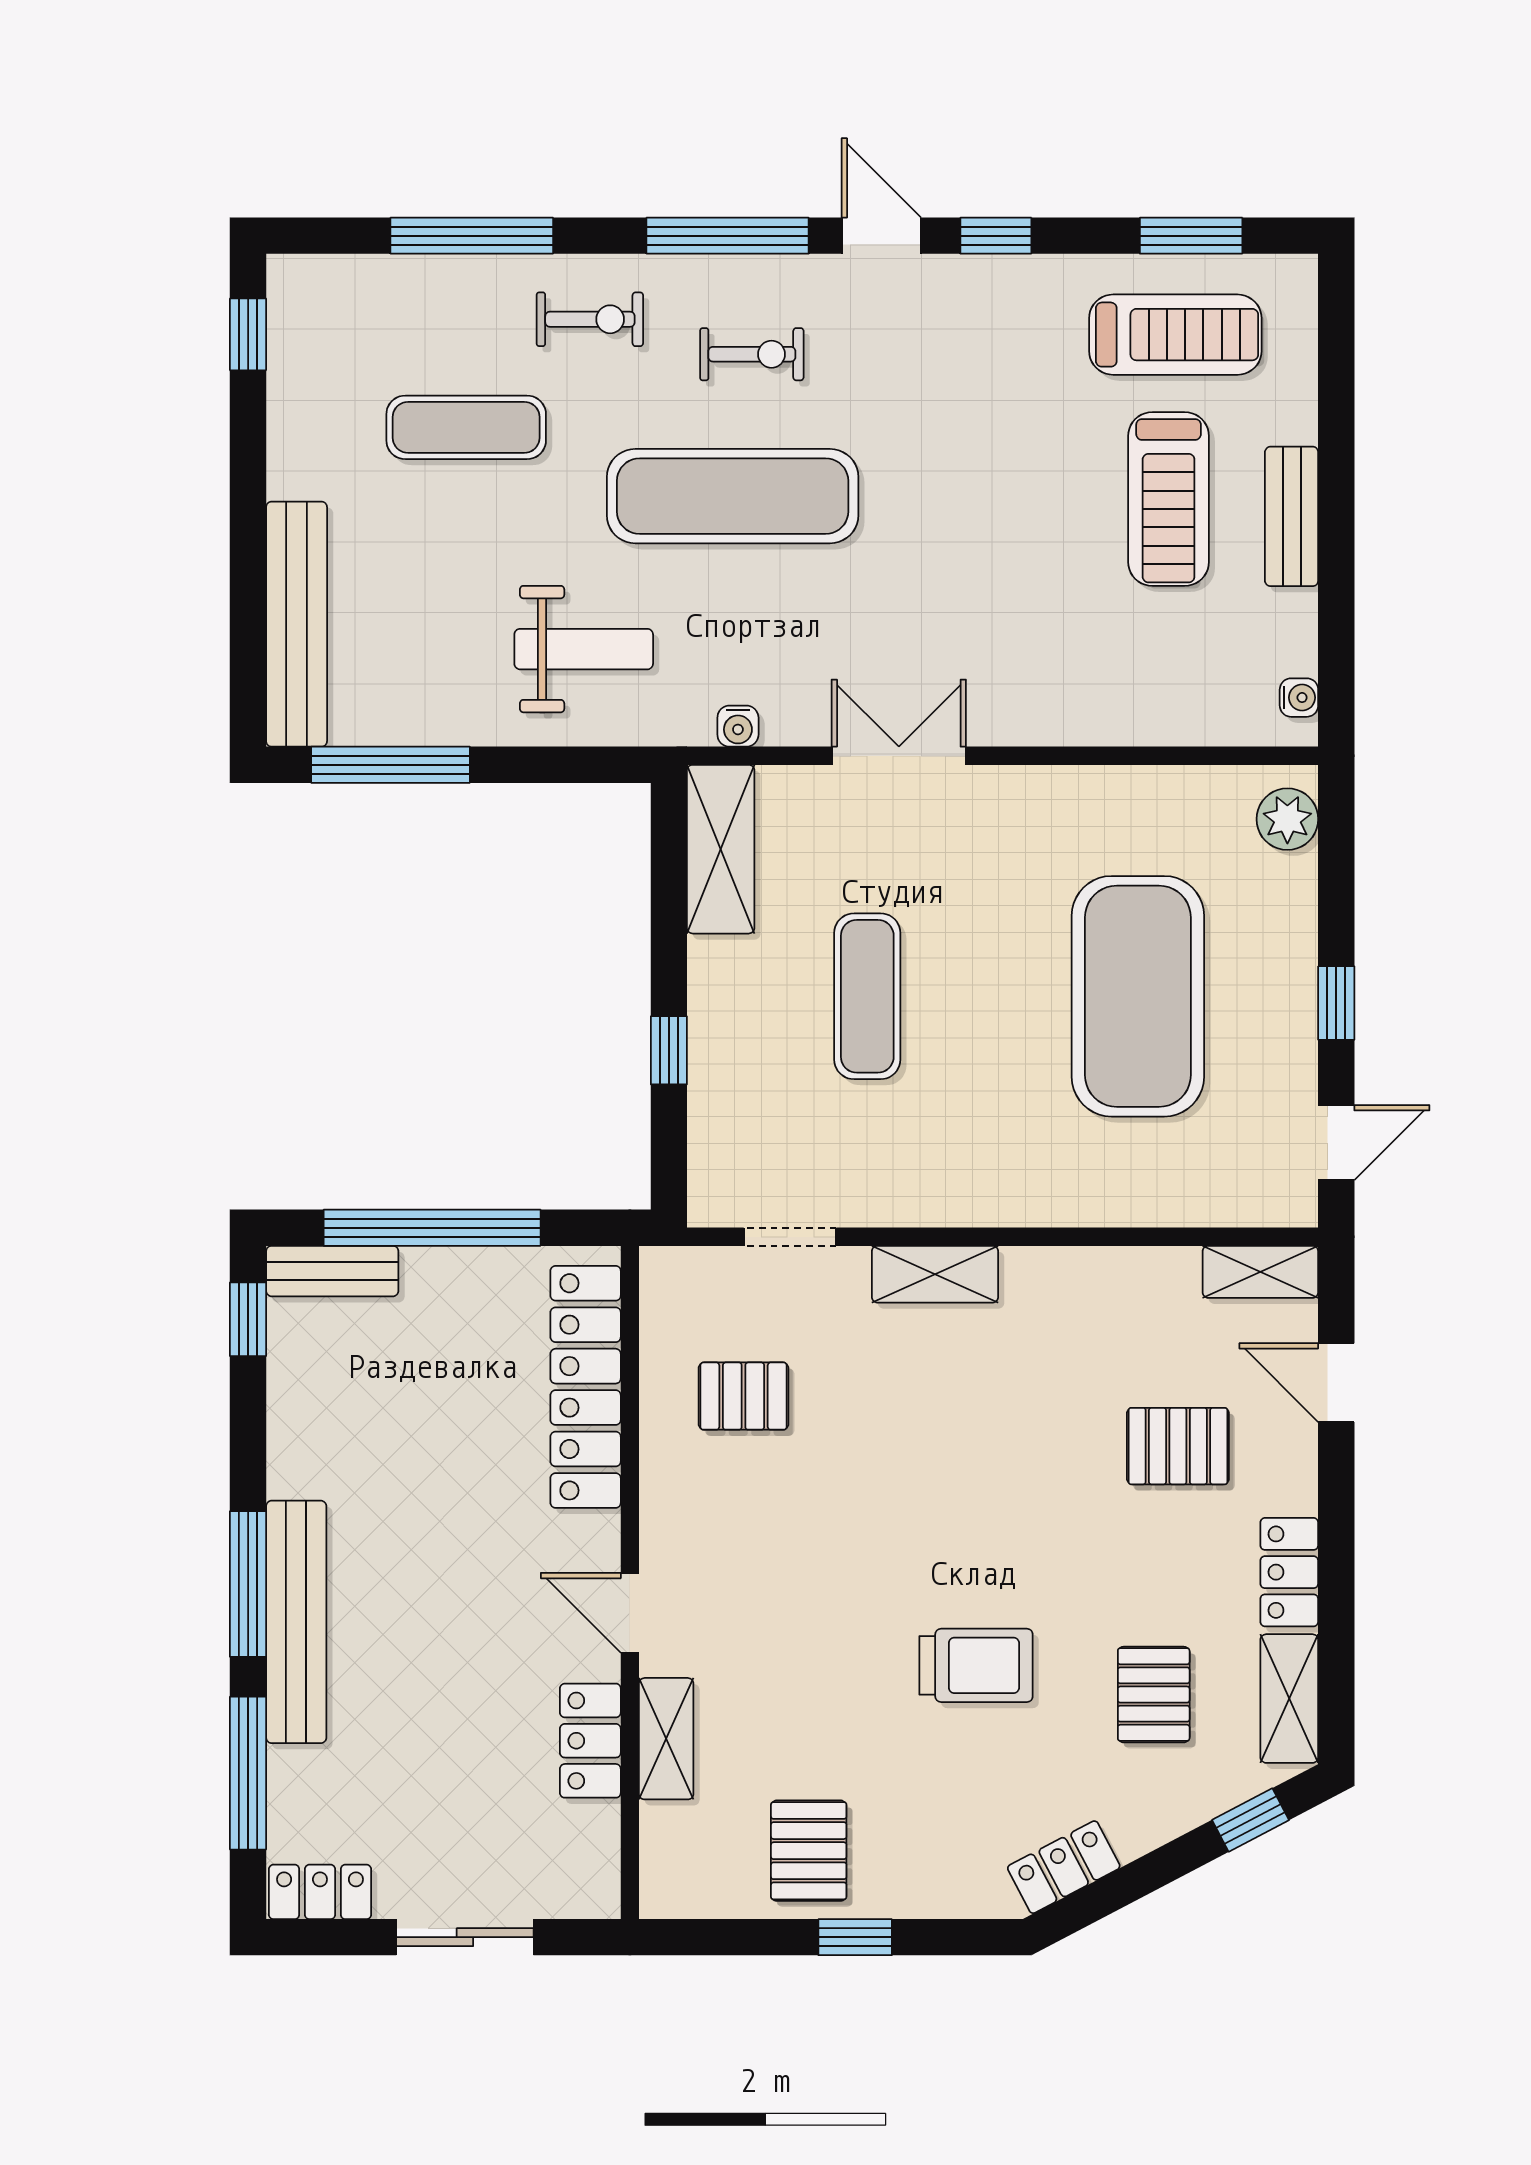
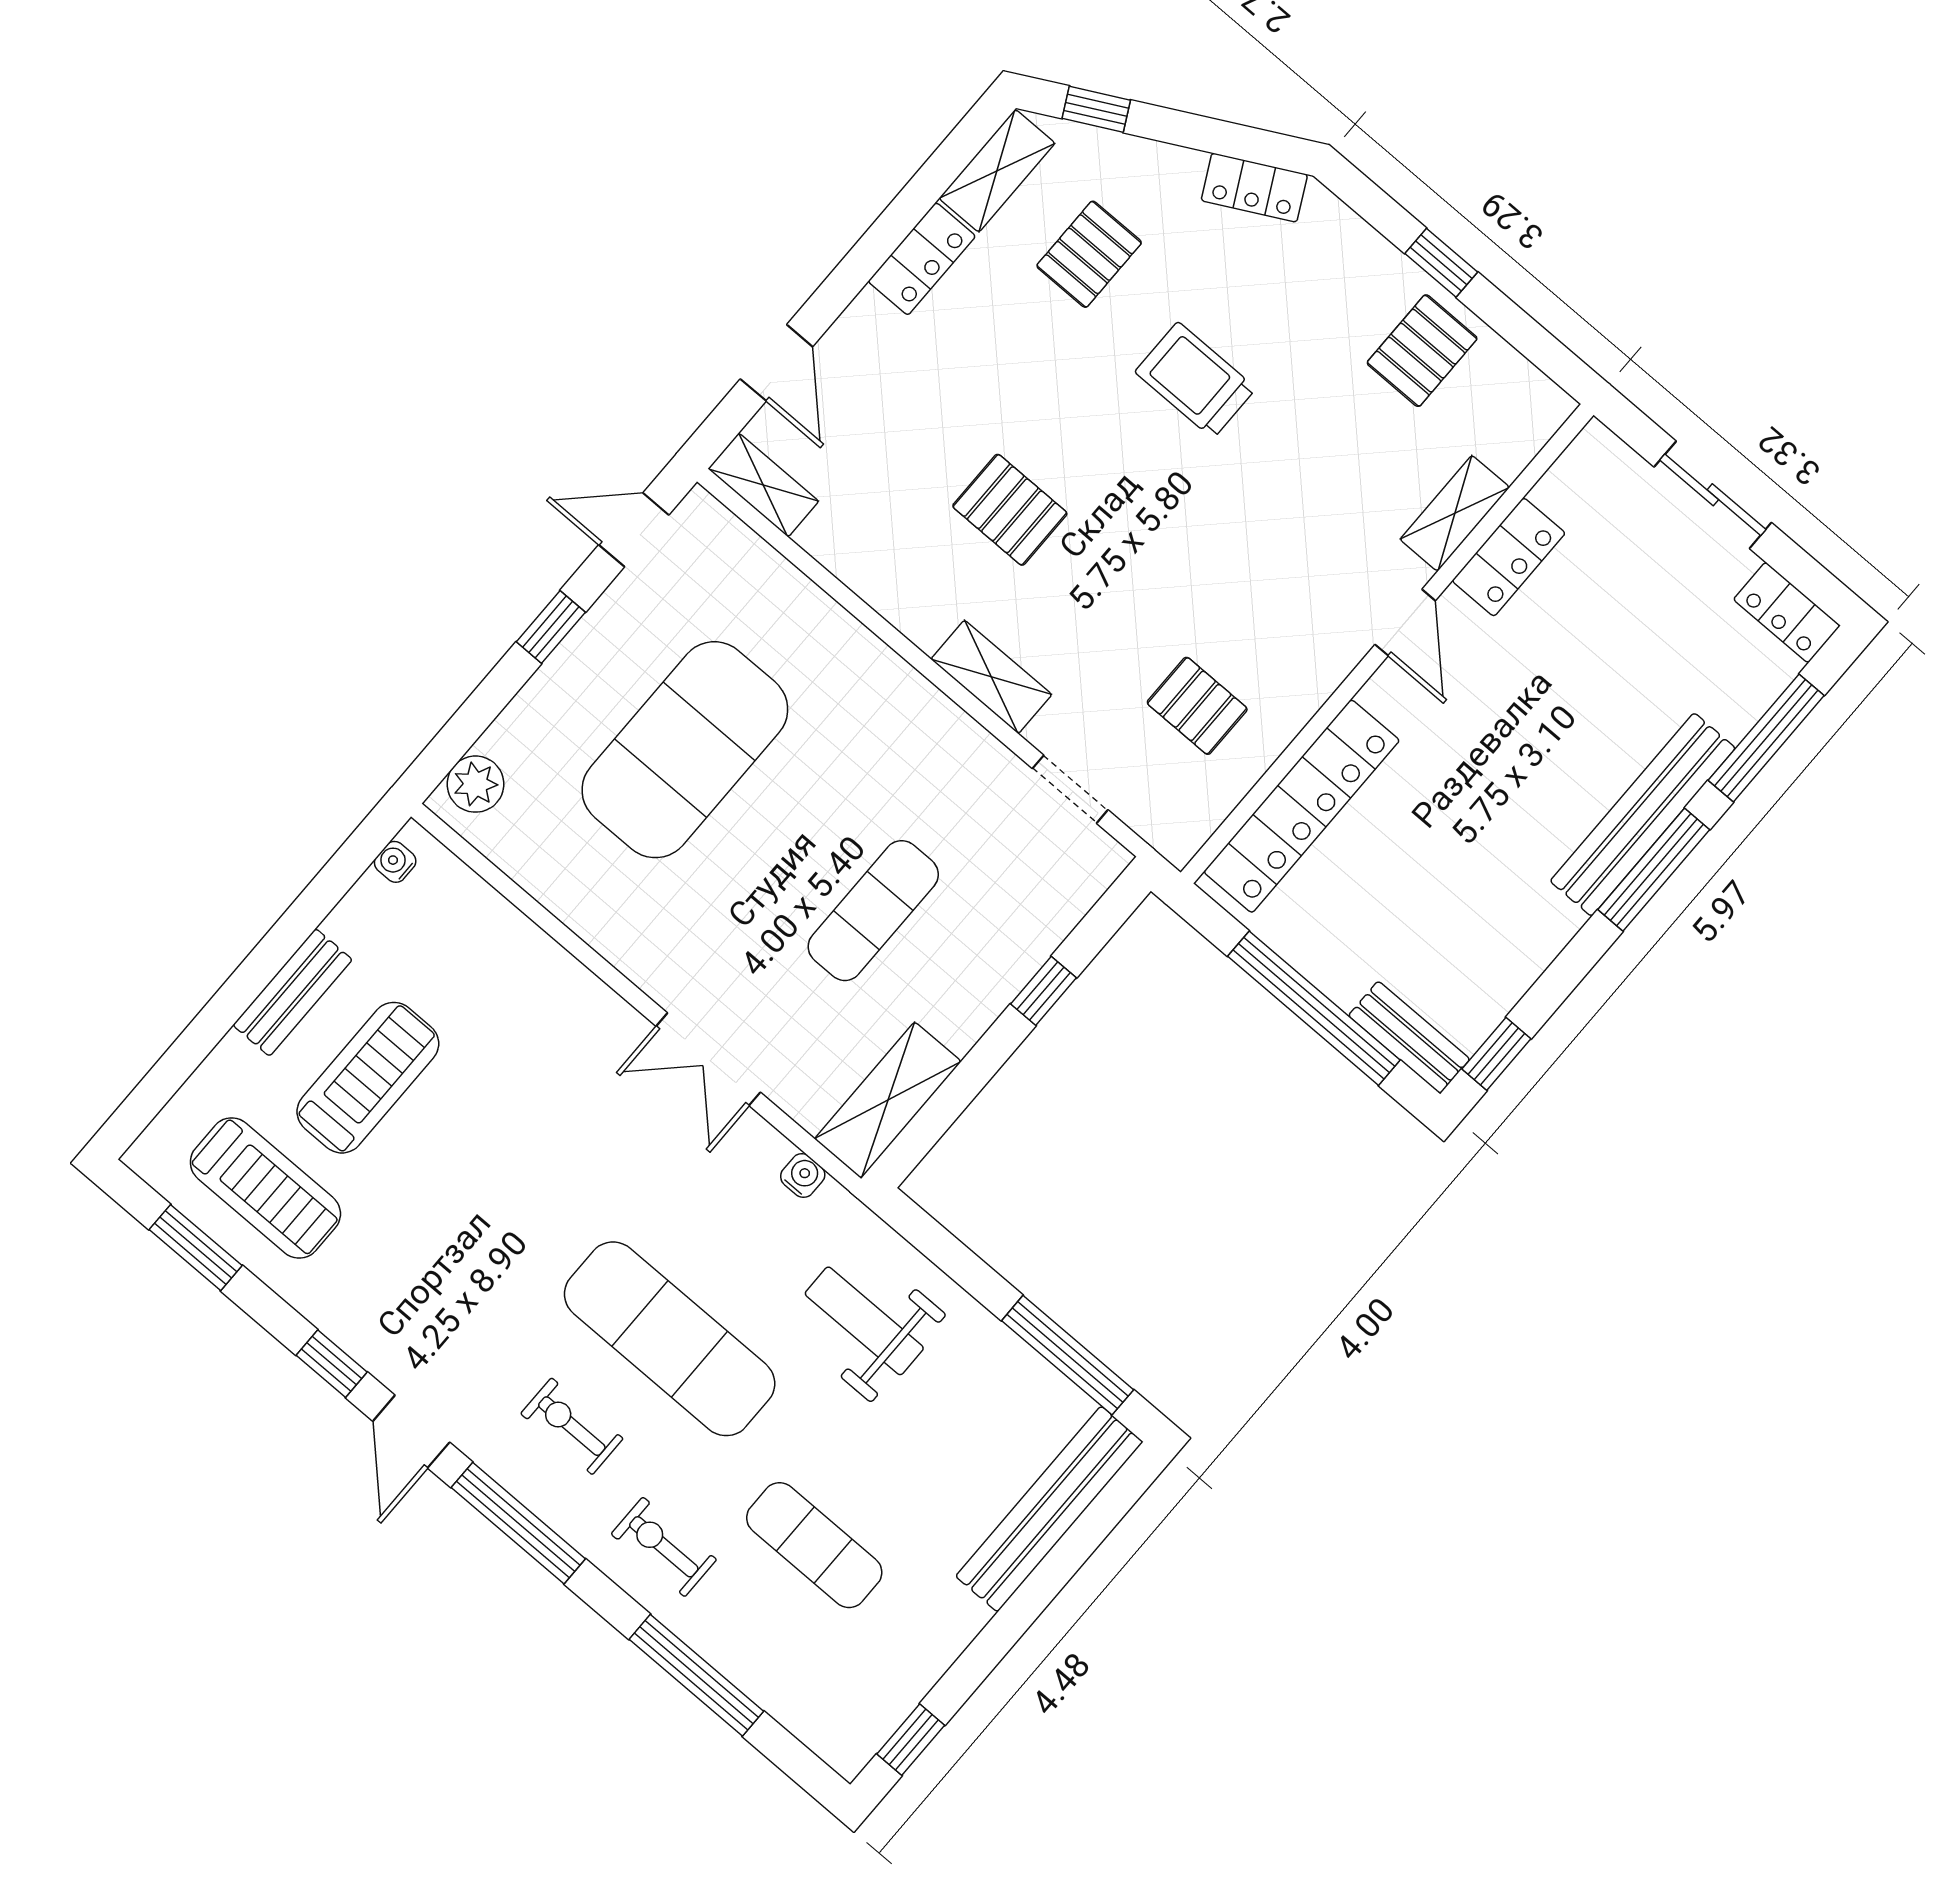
treadmill: (1175, 335) -> (265, 1188), turned 180
pallet: (1178, 1446) -> (1010, 510), moved

